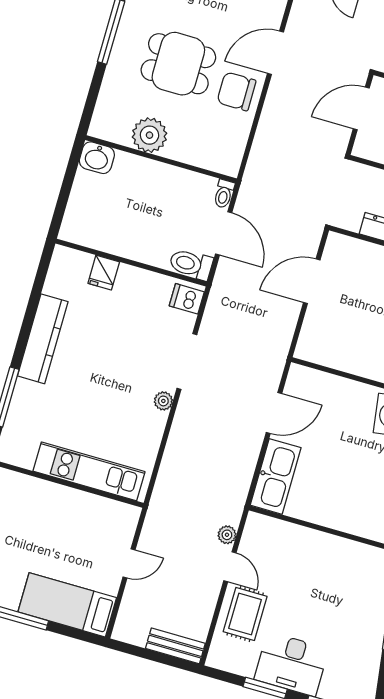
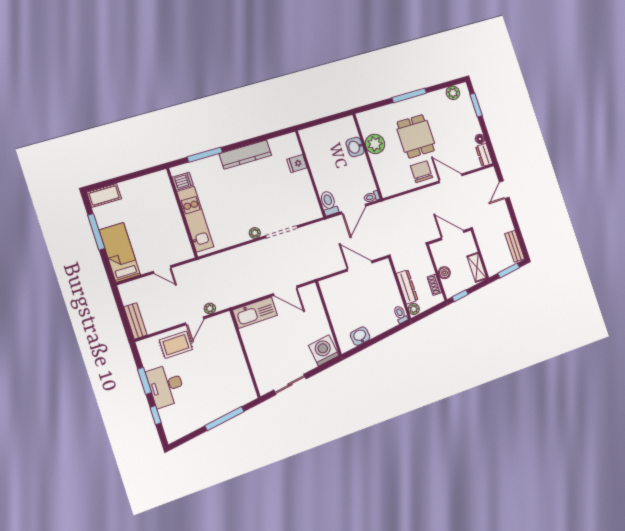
washbasin: (97, 158) -> (355, 147), moved
dishwasher: (187, 299) -> (183, 181), moved, turned 90

